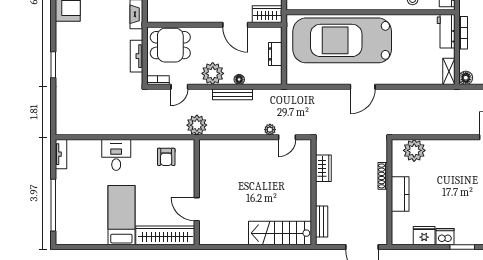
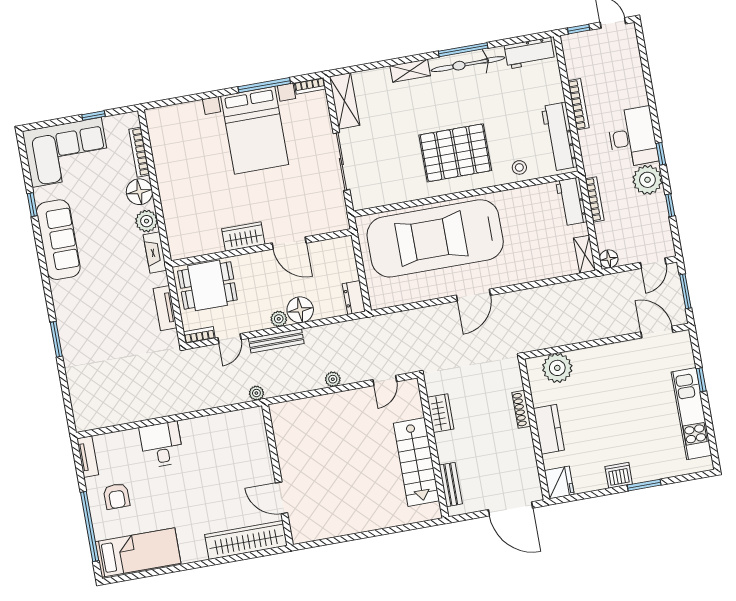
wardrobe: (267, 14) -> (243, 237), moved
dresser: (275, 54) -> (354, 298), moved
plant: (213, 73) -> (279, 319), width x0.53, depth x0.53
floor lamp: (239, 79) -> (300, 310), width x1.89, depth x1.89
bench: (233, 94) -> (276, 341), moved
plant: (197, 125) -> (256, 393), width x0.53, depth x0.53
plant: (270, 130) -> (333, 379), moved
armchair: (166, 157) -> (117, 496), moved
bed: (121, 215) -> (138, 552), moved, turned 90
stairs: (280, 233) -> (416, 462), moved, turned -90
fridge: (424, 236) -> (559, 482), moved, turned 90

